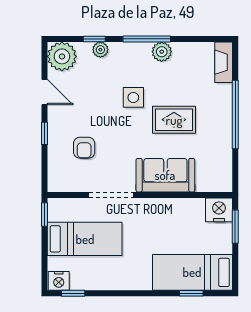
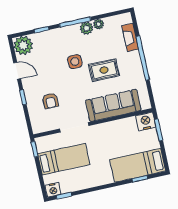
plant: (100, 50) -> (99, 24), moved
fireplace: (224, 62) -> (130, 37), moved
sofa: (165, 175) -> (113, 105), width x1.36

